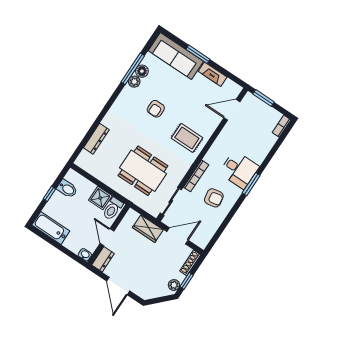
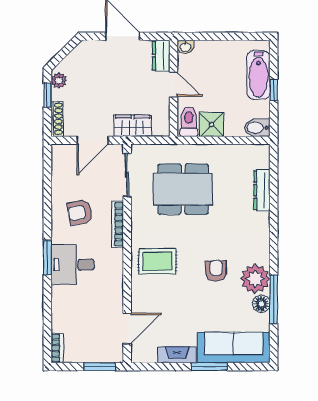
plant: (134, 82) -> (255, 279), width x1.88, depth x1.88
bidet: (67, 189) -> (257, 128), moved
bathtub: (51, 228) -> (258, 75), moved, turned 90

